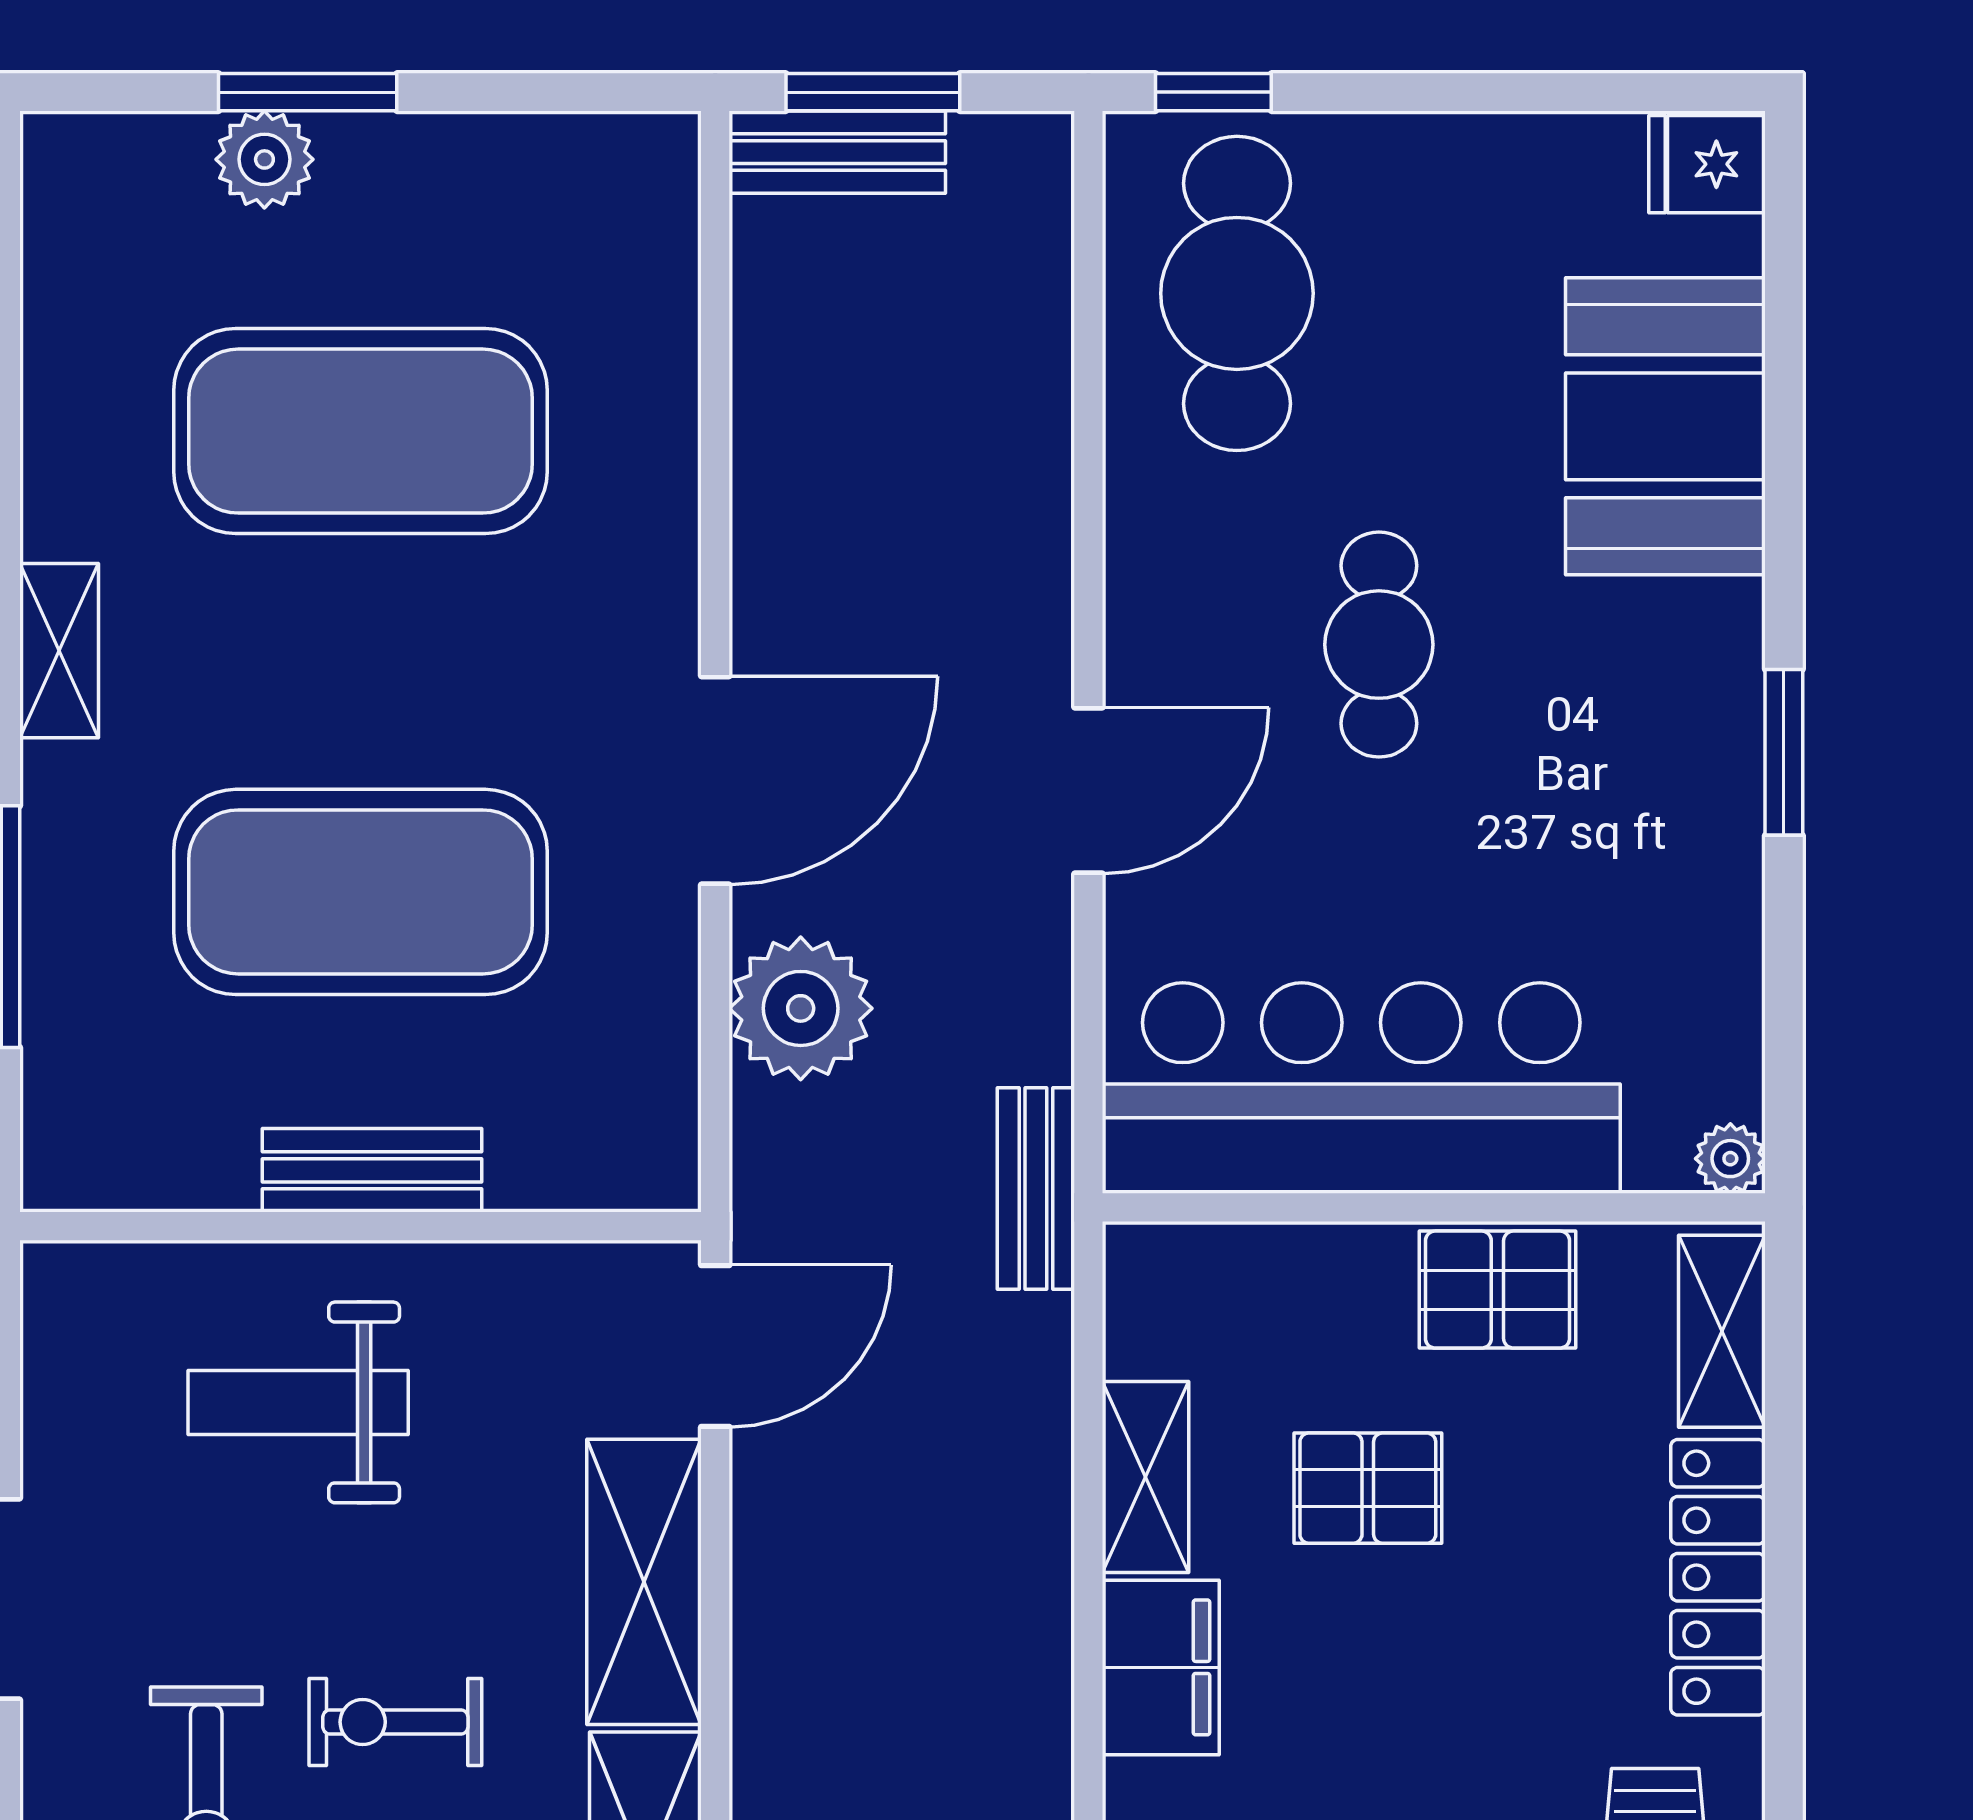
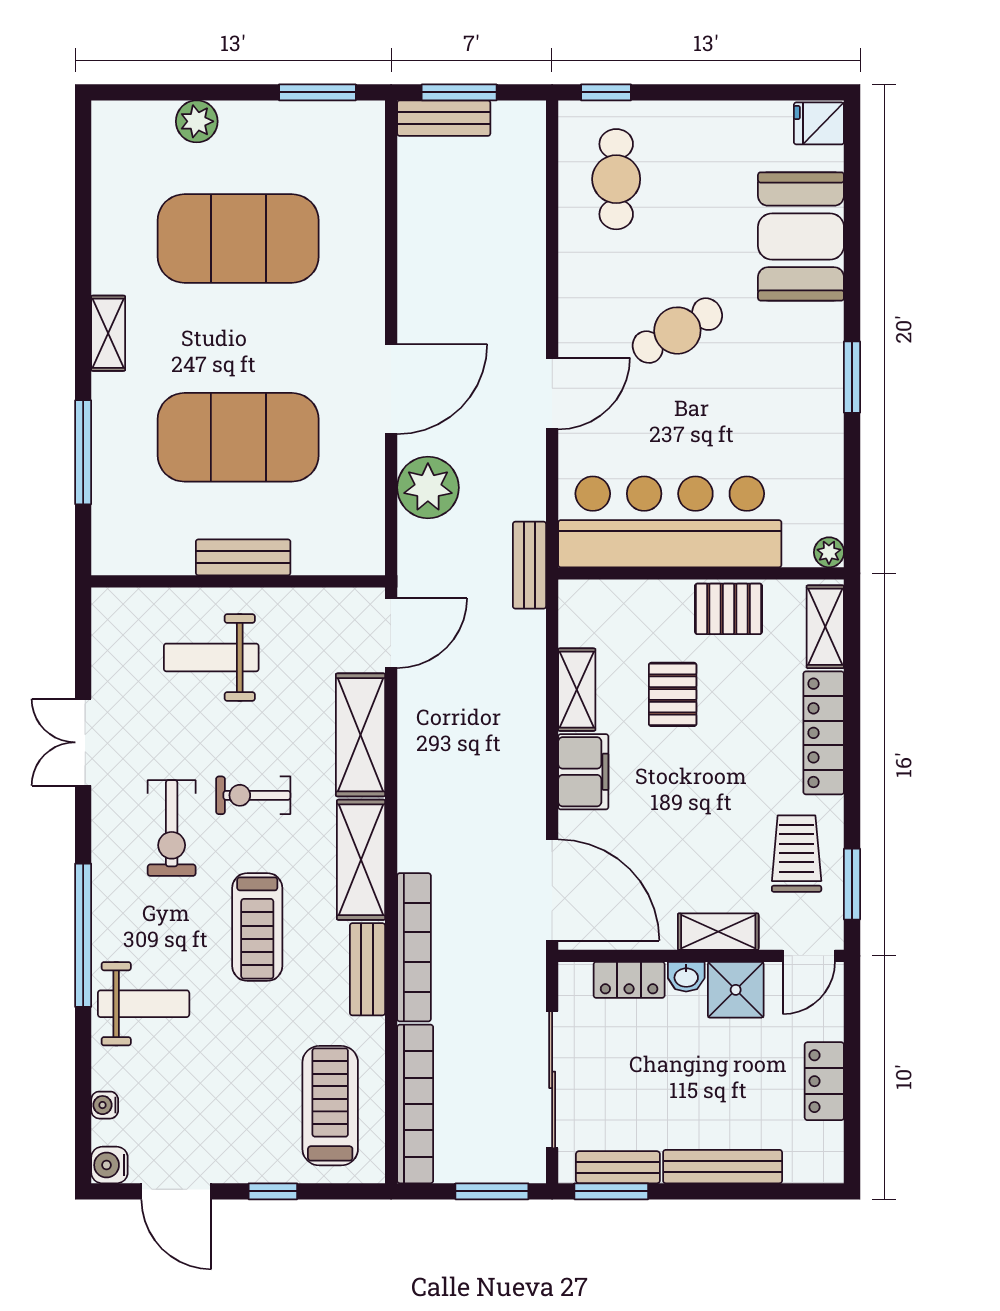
window: (308, 92) -> (317, 92), moved
cafe table: (1237, 293) -> (616, 179), width x0.73, depth x0.74
cafe table: (1379, 645) -> (677, 331), turned 61
pallet: (1368, 1488) -> (673, 694), turned 90

